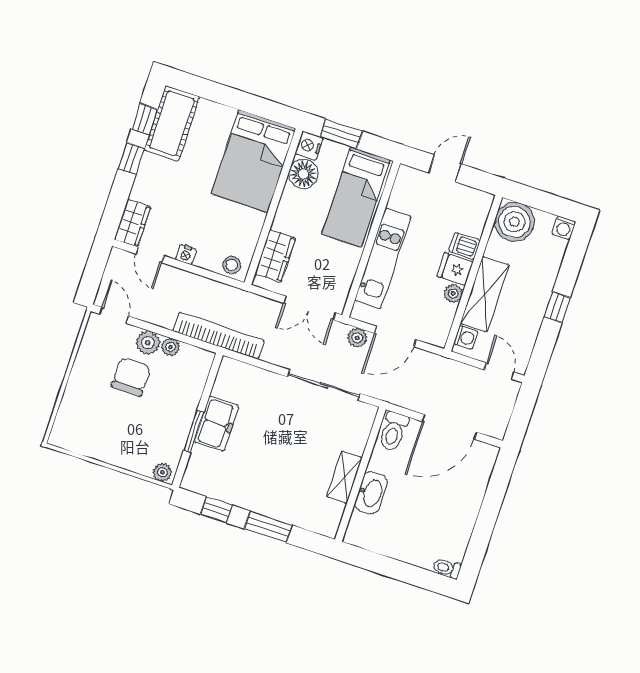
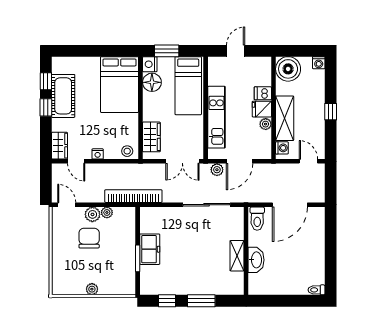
cot: (172, 123) -> (63, 96), moved
plant: (162, 472) -> (92, 289), moved

